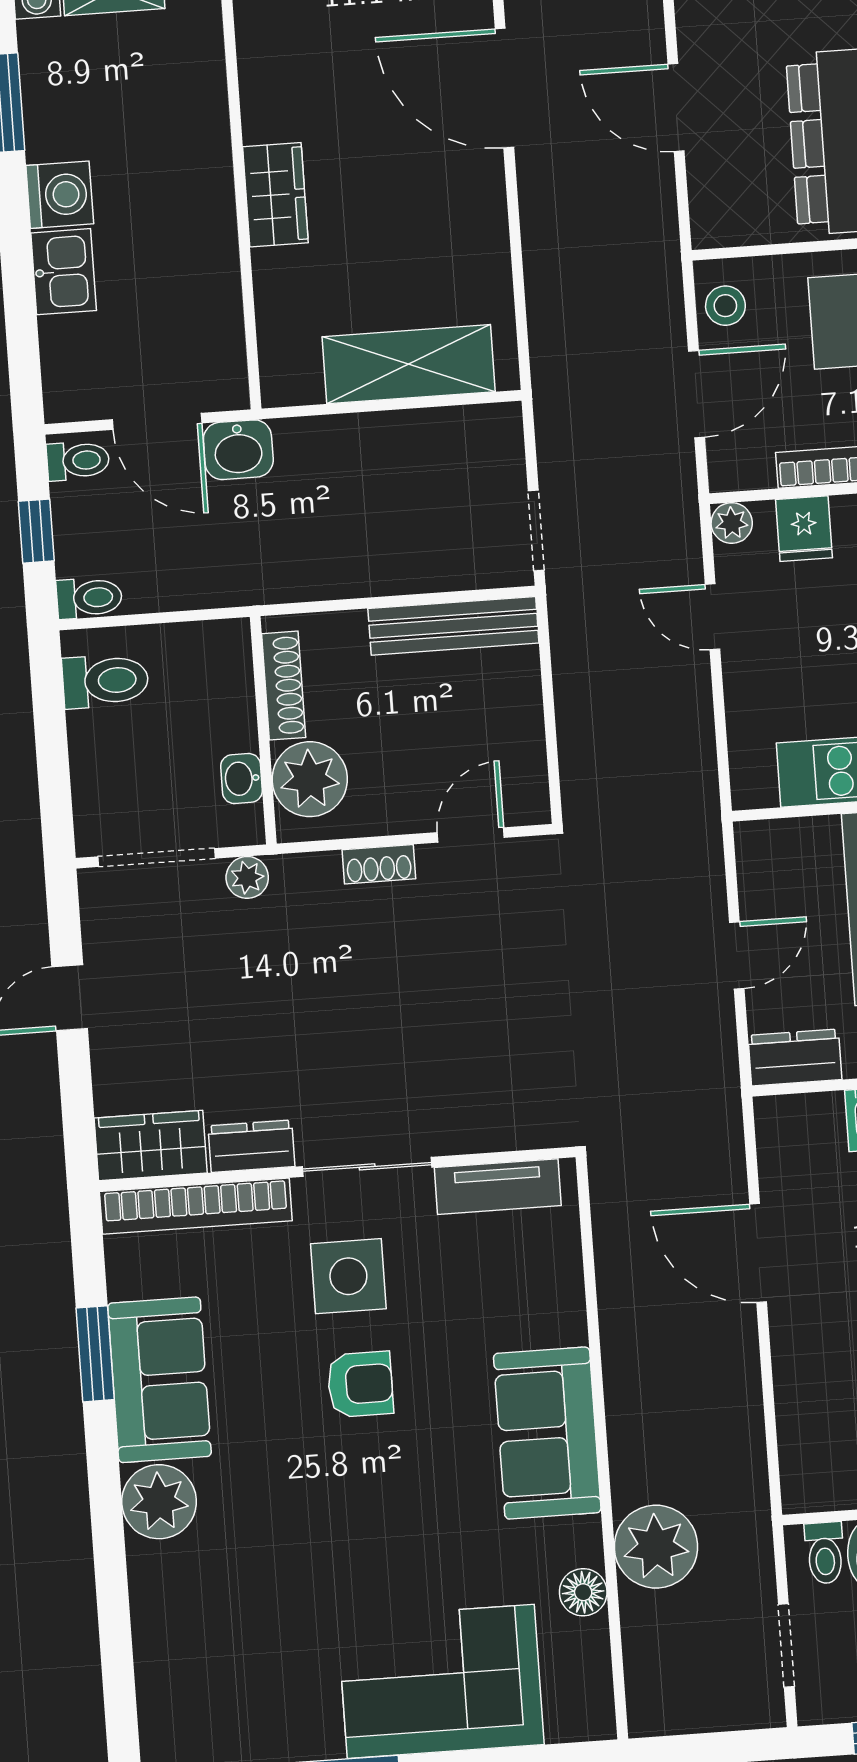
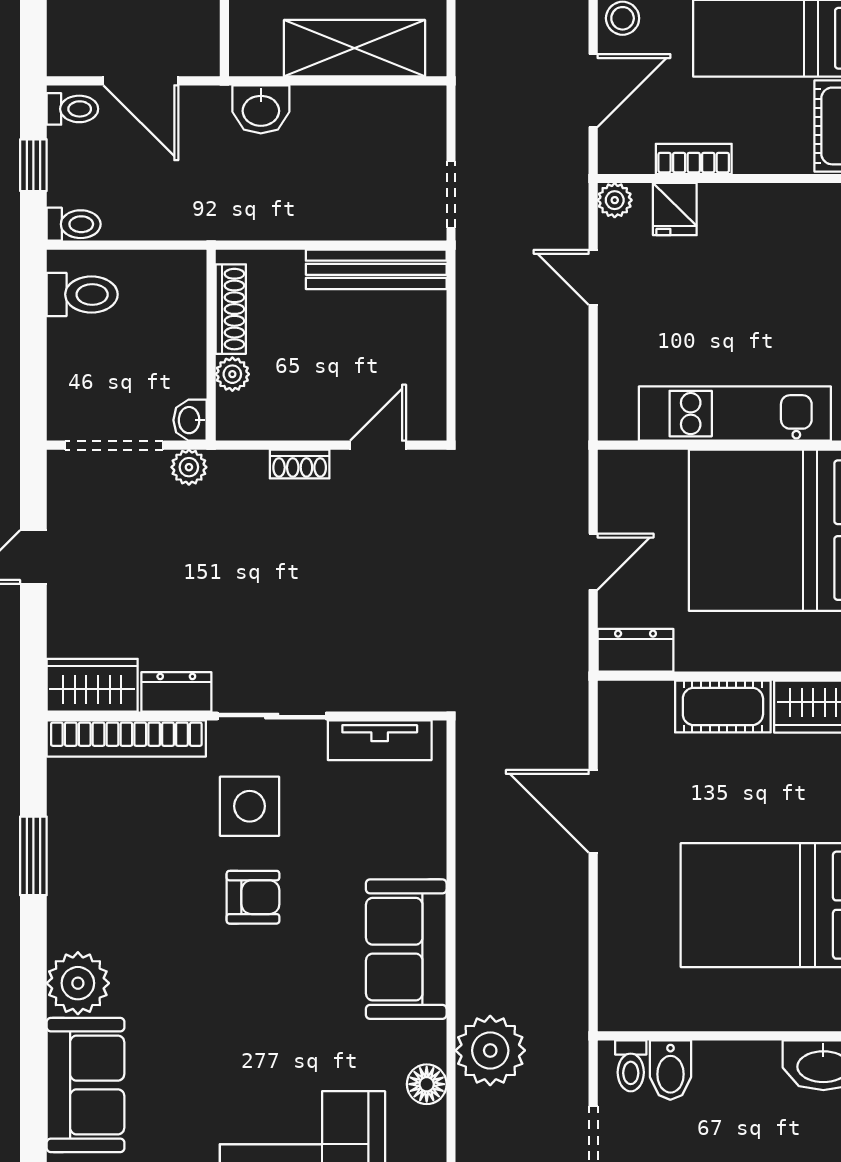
washbasin: (238, 450) -> (261, 109), moved
washbasin: (241, 779) -> (190, 420), moved
plant: (310, 779) -> (232, 374), width x0.53, depth x0.53
sofa: (159, 1380) -> (86, 1085), moved

